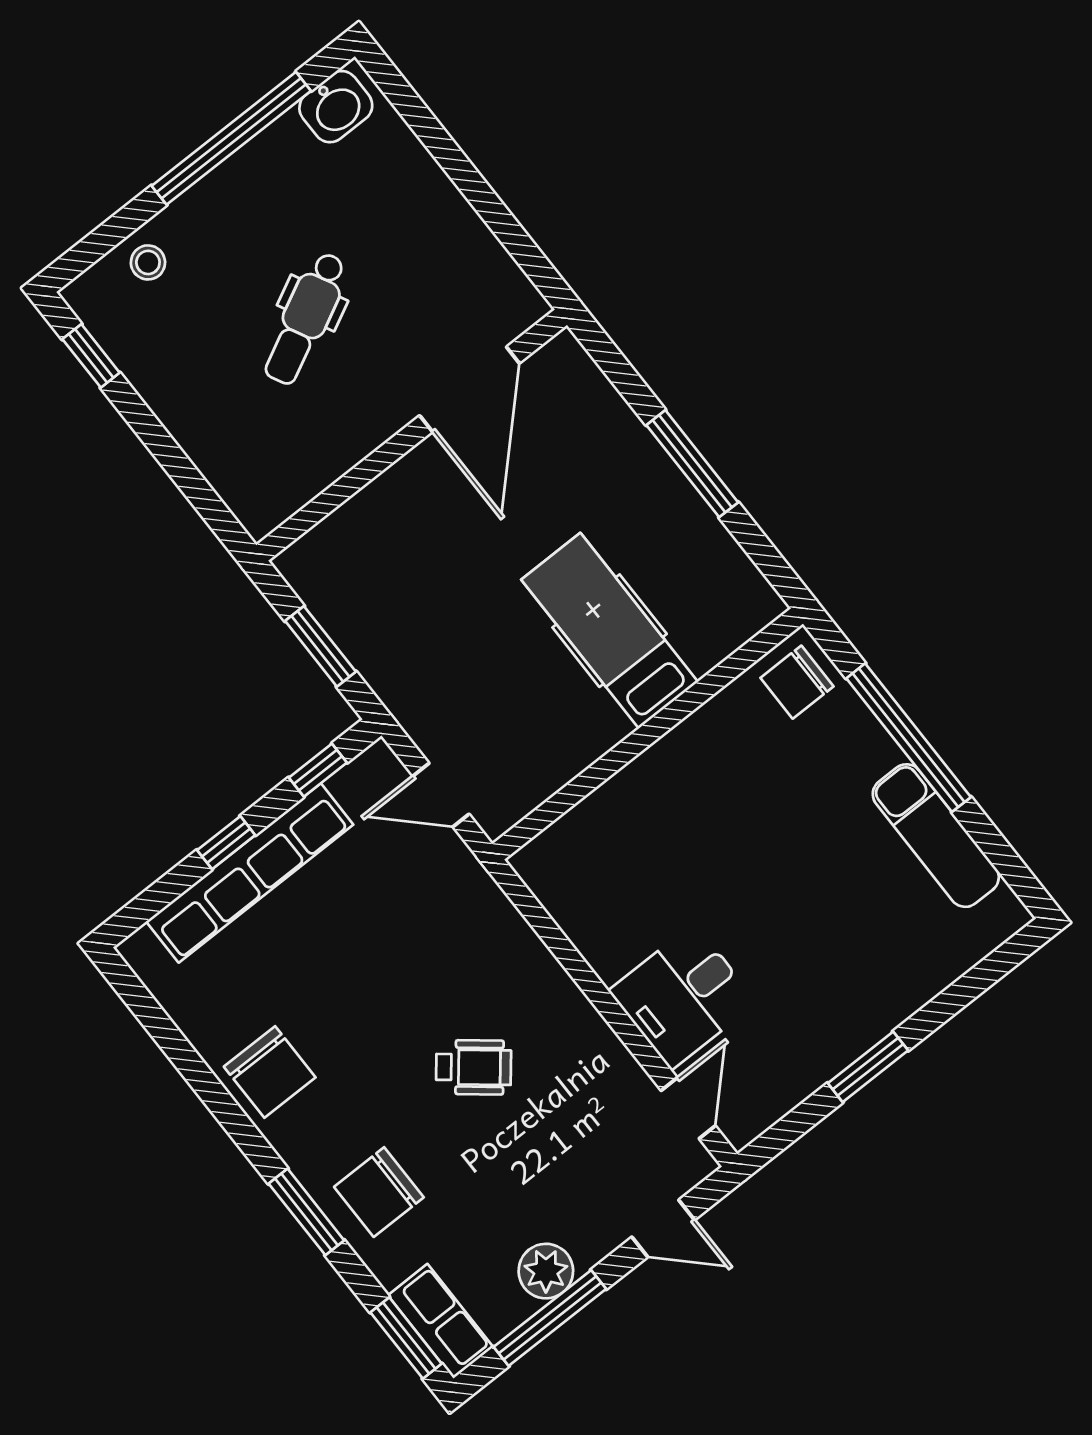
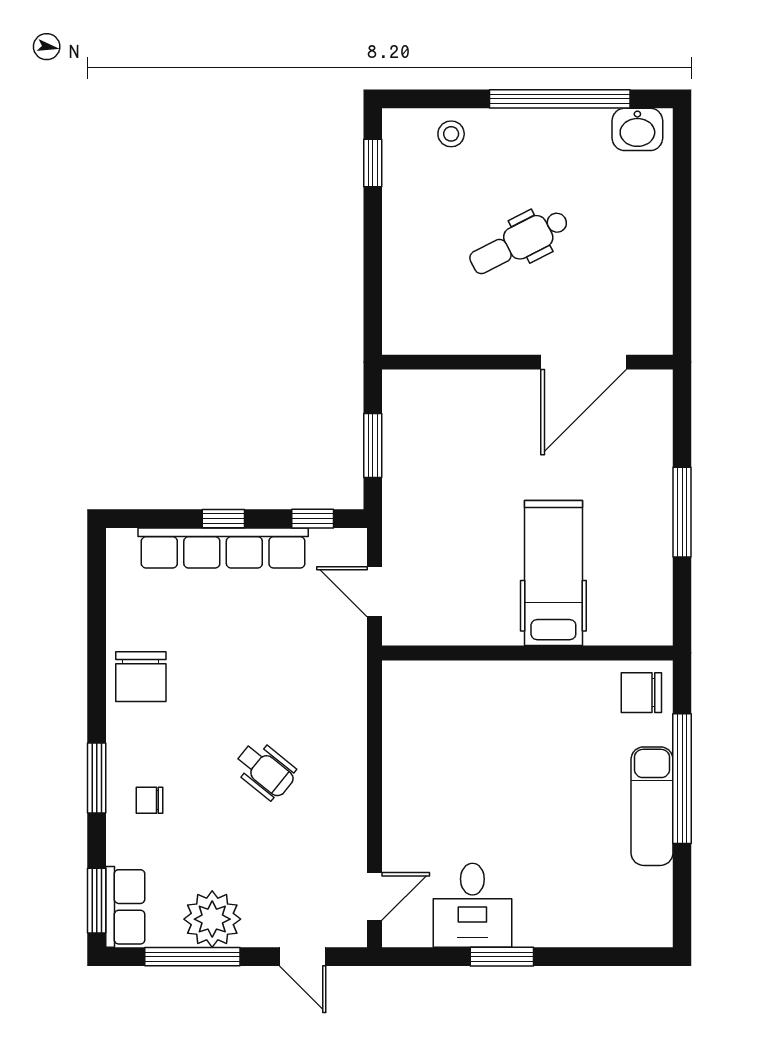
exam couch: (936, 836) -> (652, 806), moved
desk: (683, 996) -> (472, 905), moved, turned -90
chair: (379, 1192) -> (150, 800), width x0.54, depth x0.54
plant: (546, 1271) -> (212, 919), width x1.36, depth x1.36

